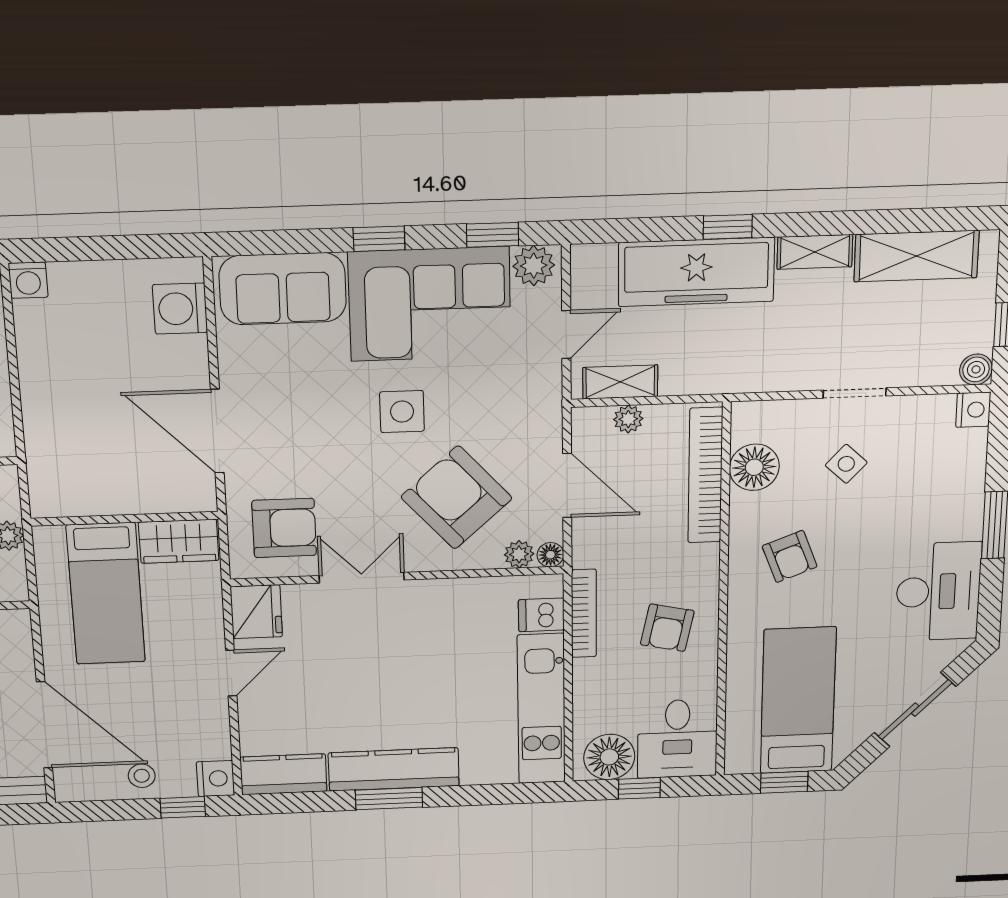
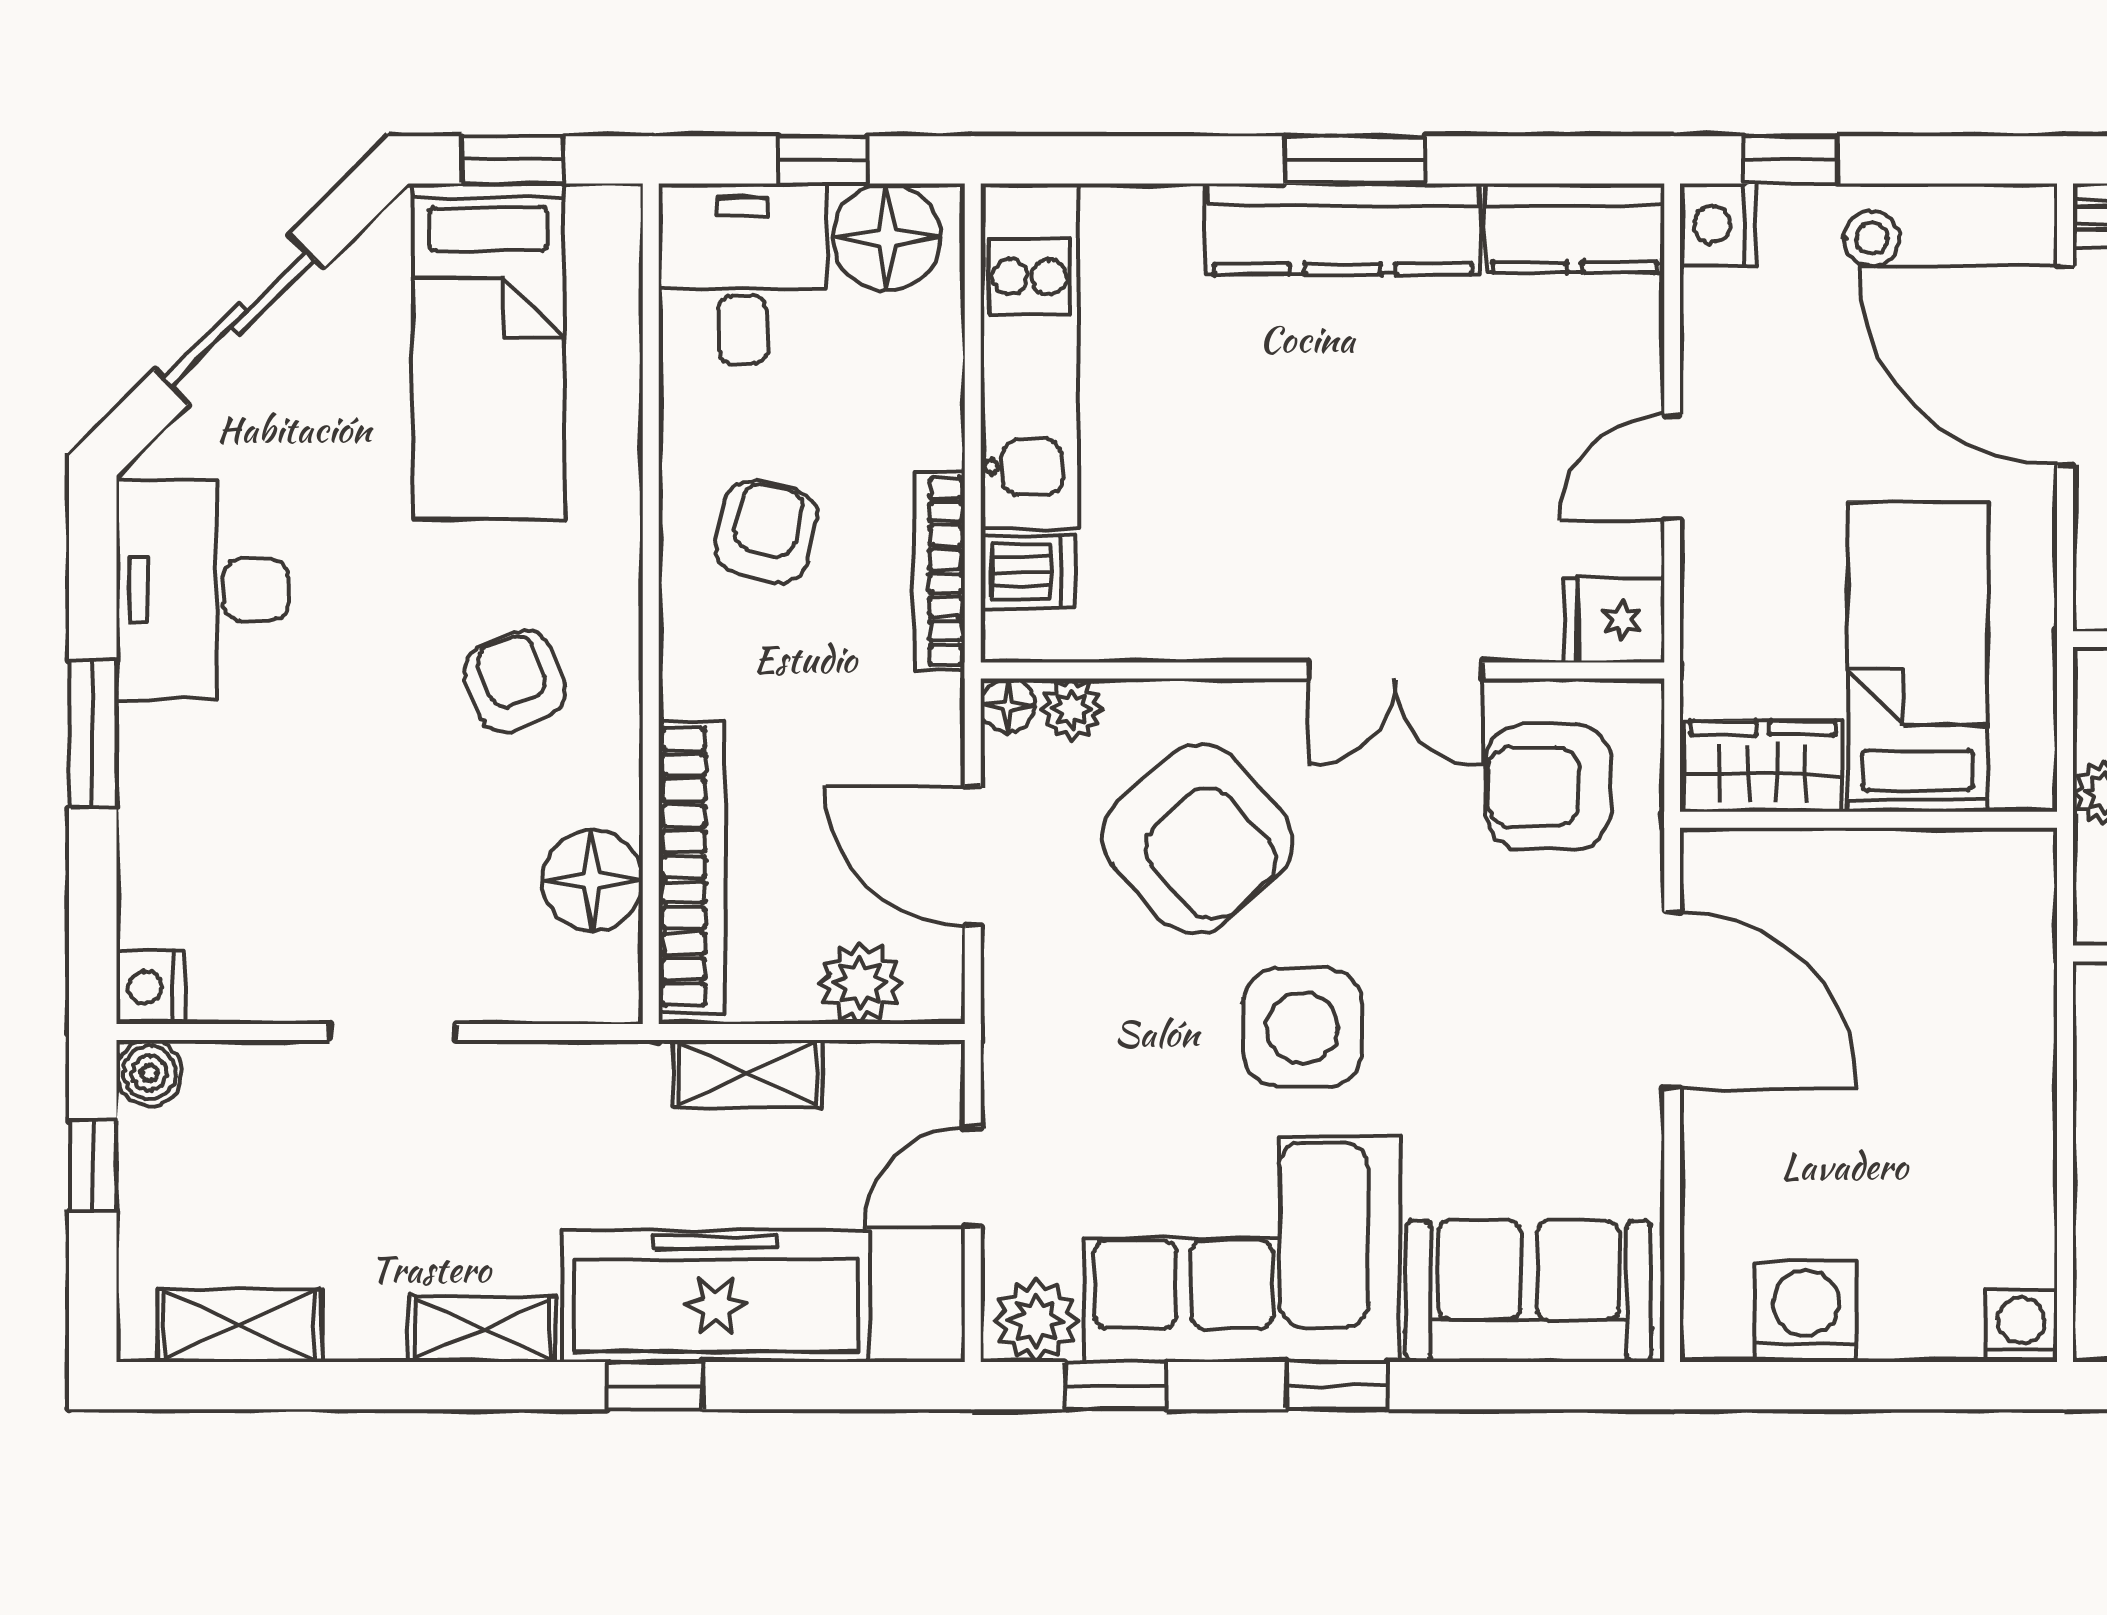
shelving: (916, 256) -> (240, 1325), width x0.67, depth x0.75
washing machine: (180, 309) -> (1806, 1311), moved, turned -90
shelving: (620, 382) -> (748, 1073), moved
side table: (402, 412) -> (1303, 1028), width x1.37, depth x1.37
plant: (628, 419) -> (860, 983), width x1.38, depth x1.38
side table: (846, 464) -> (405, 881), removed
fridge: (256, 612) -> (1614, 620), width x0.72

